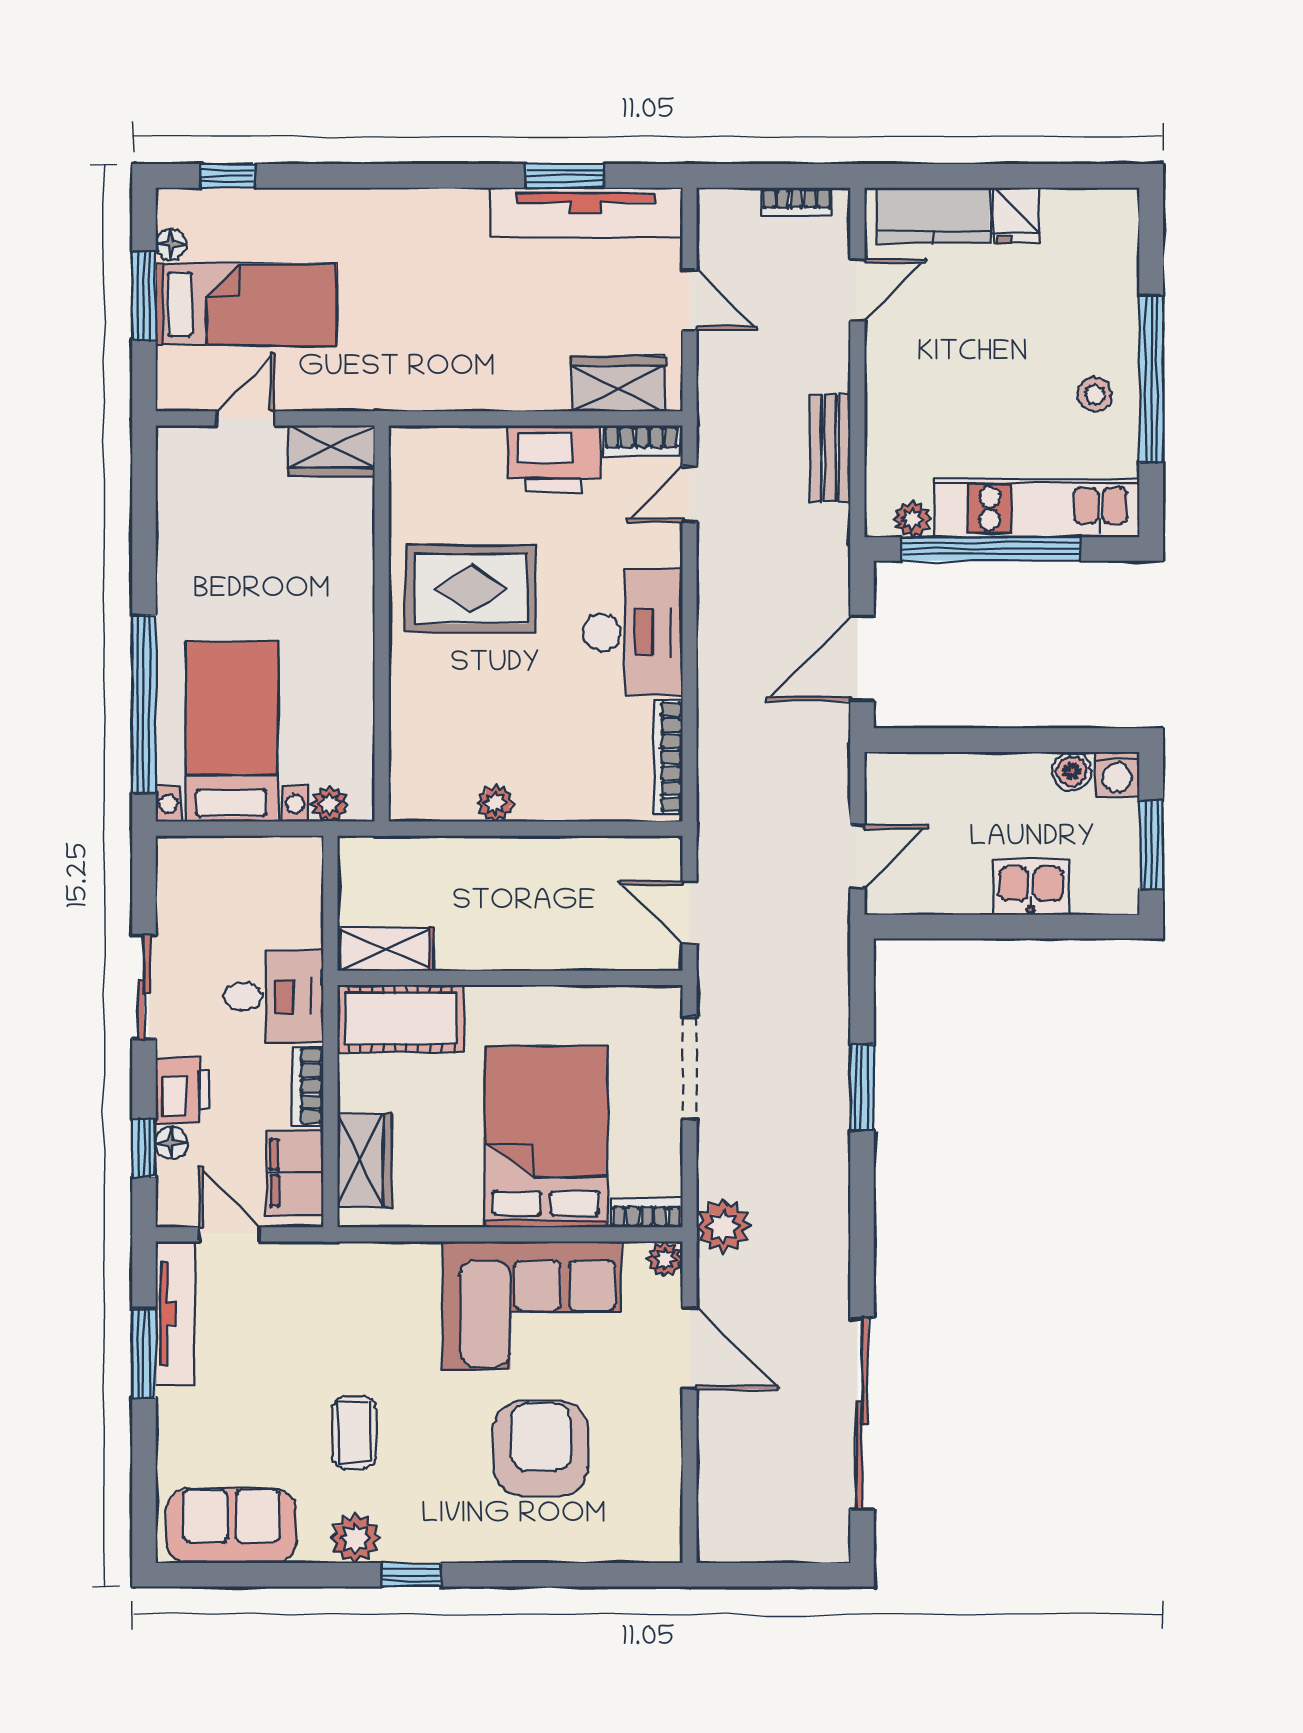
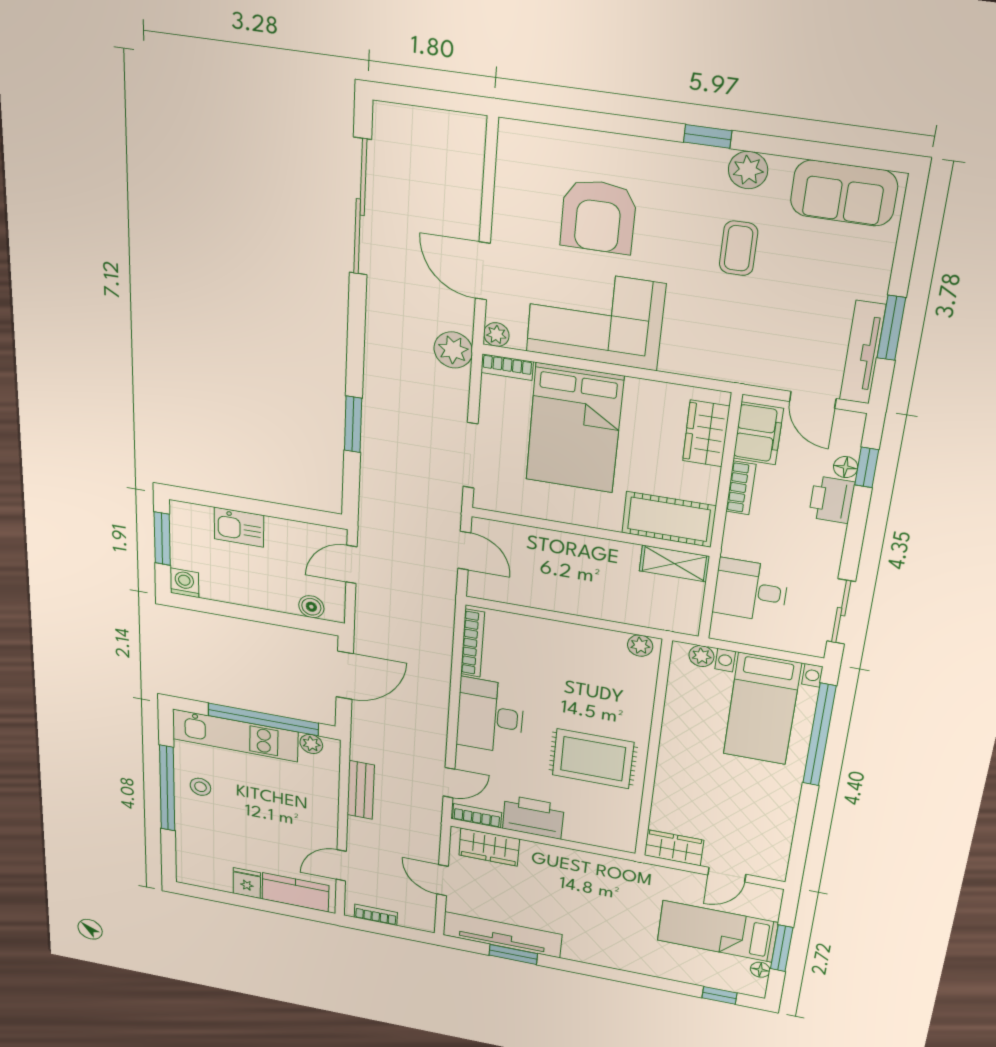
boiler: (1072, 771) -> (311, 607), moved
plant: (496, 803) -> (640, 646), moved
sliding door: (144, 987) -> (841, 612), moved
desk: (274, 996) -> (751, 590), moved

